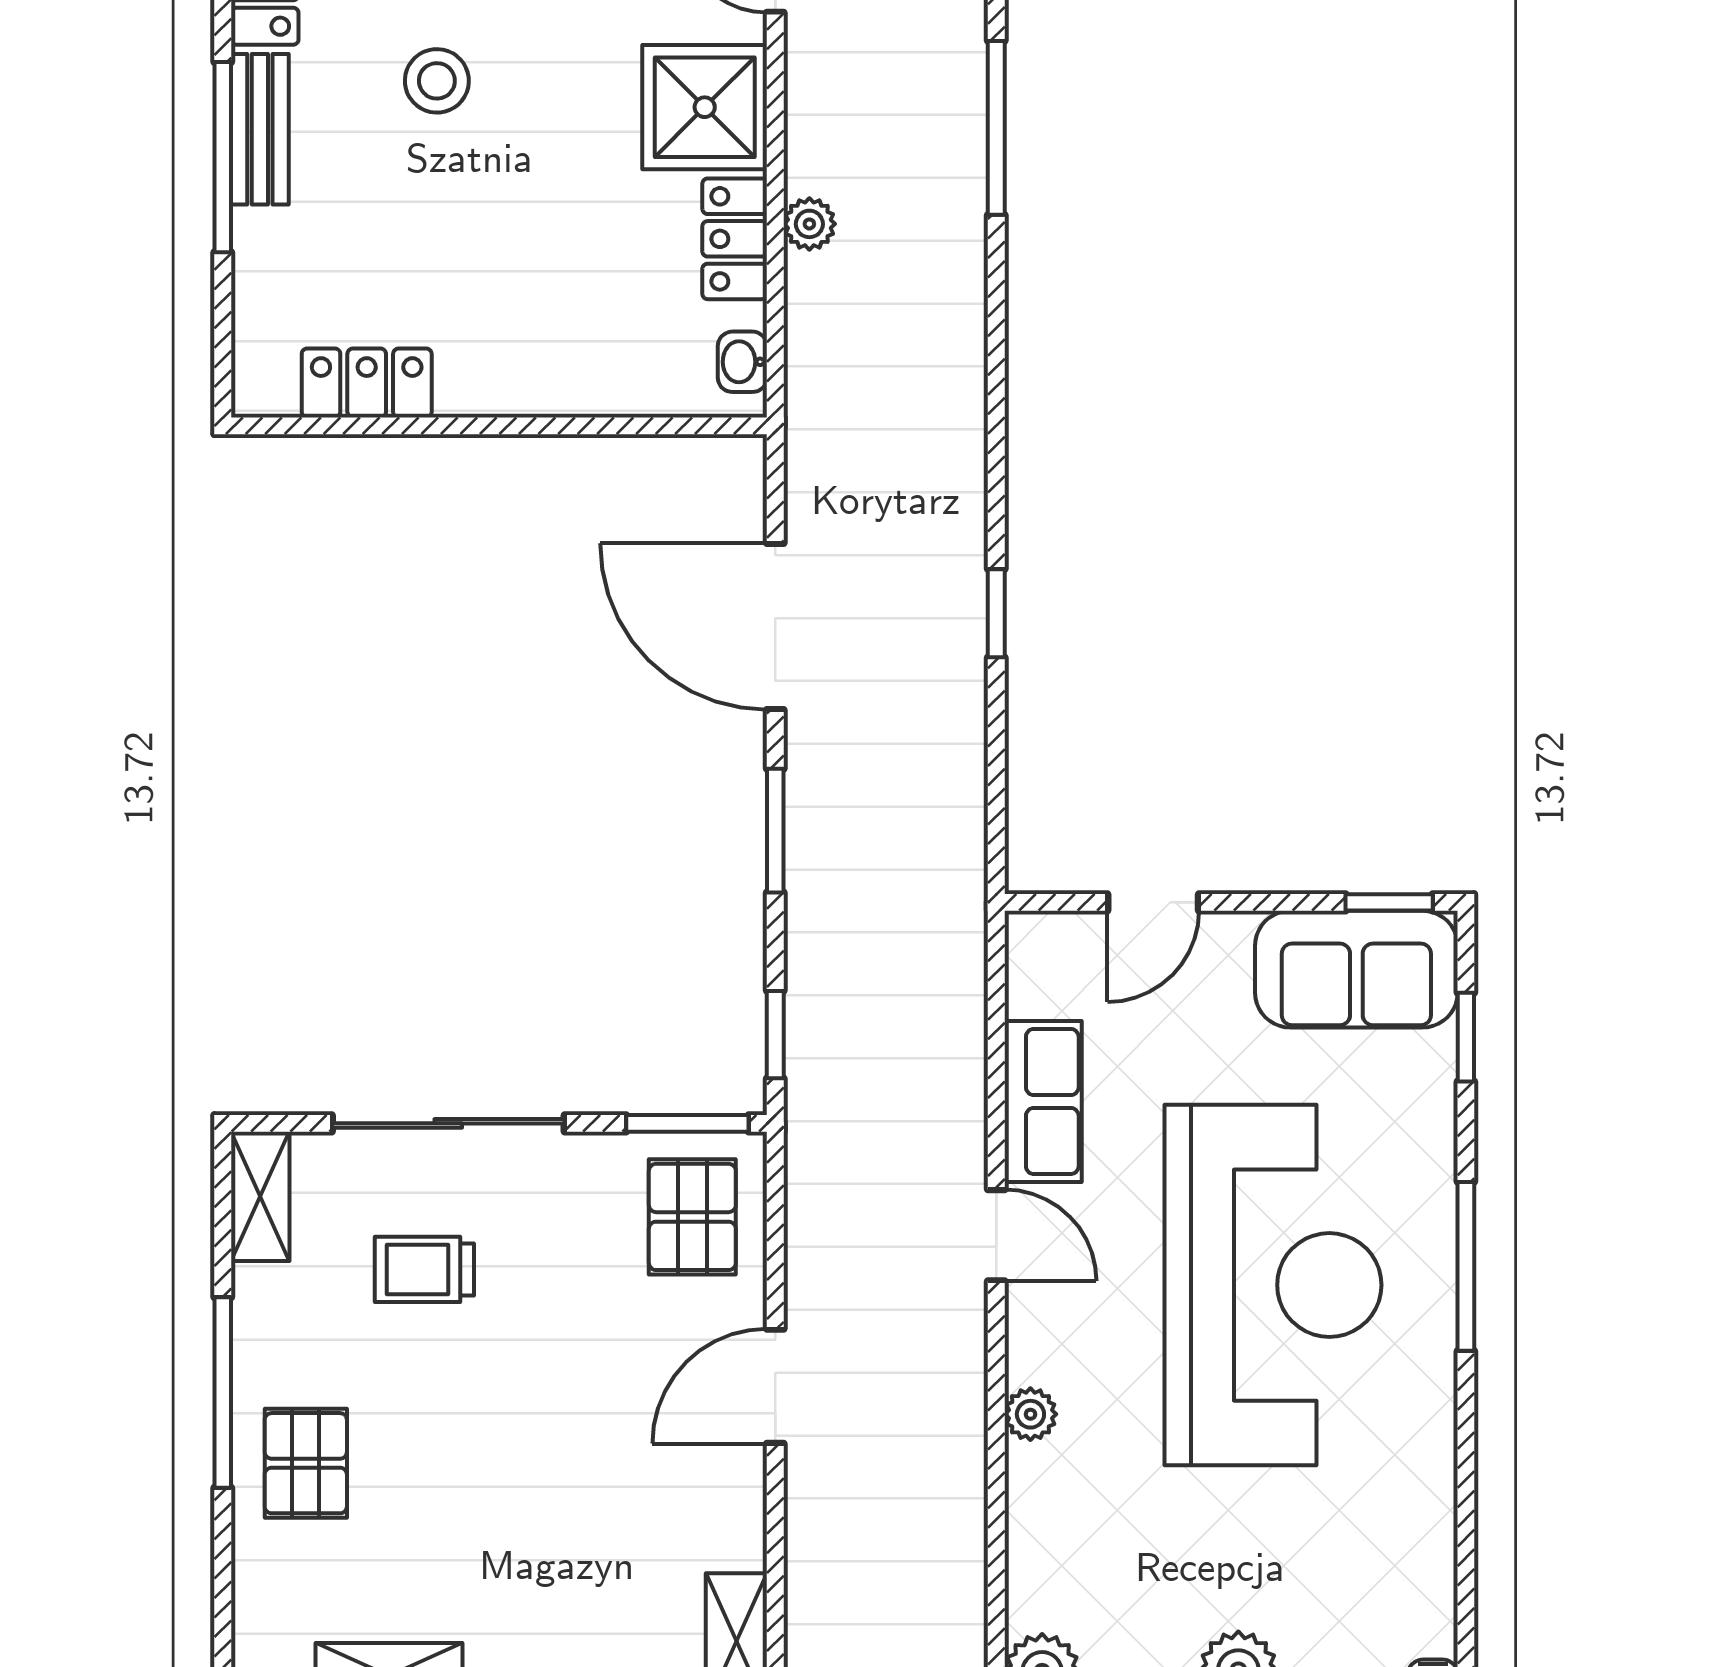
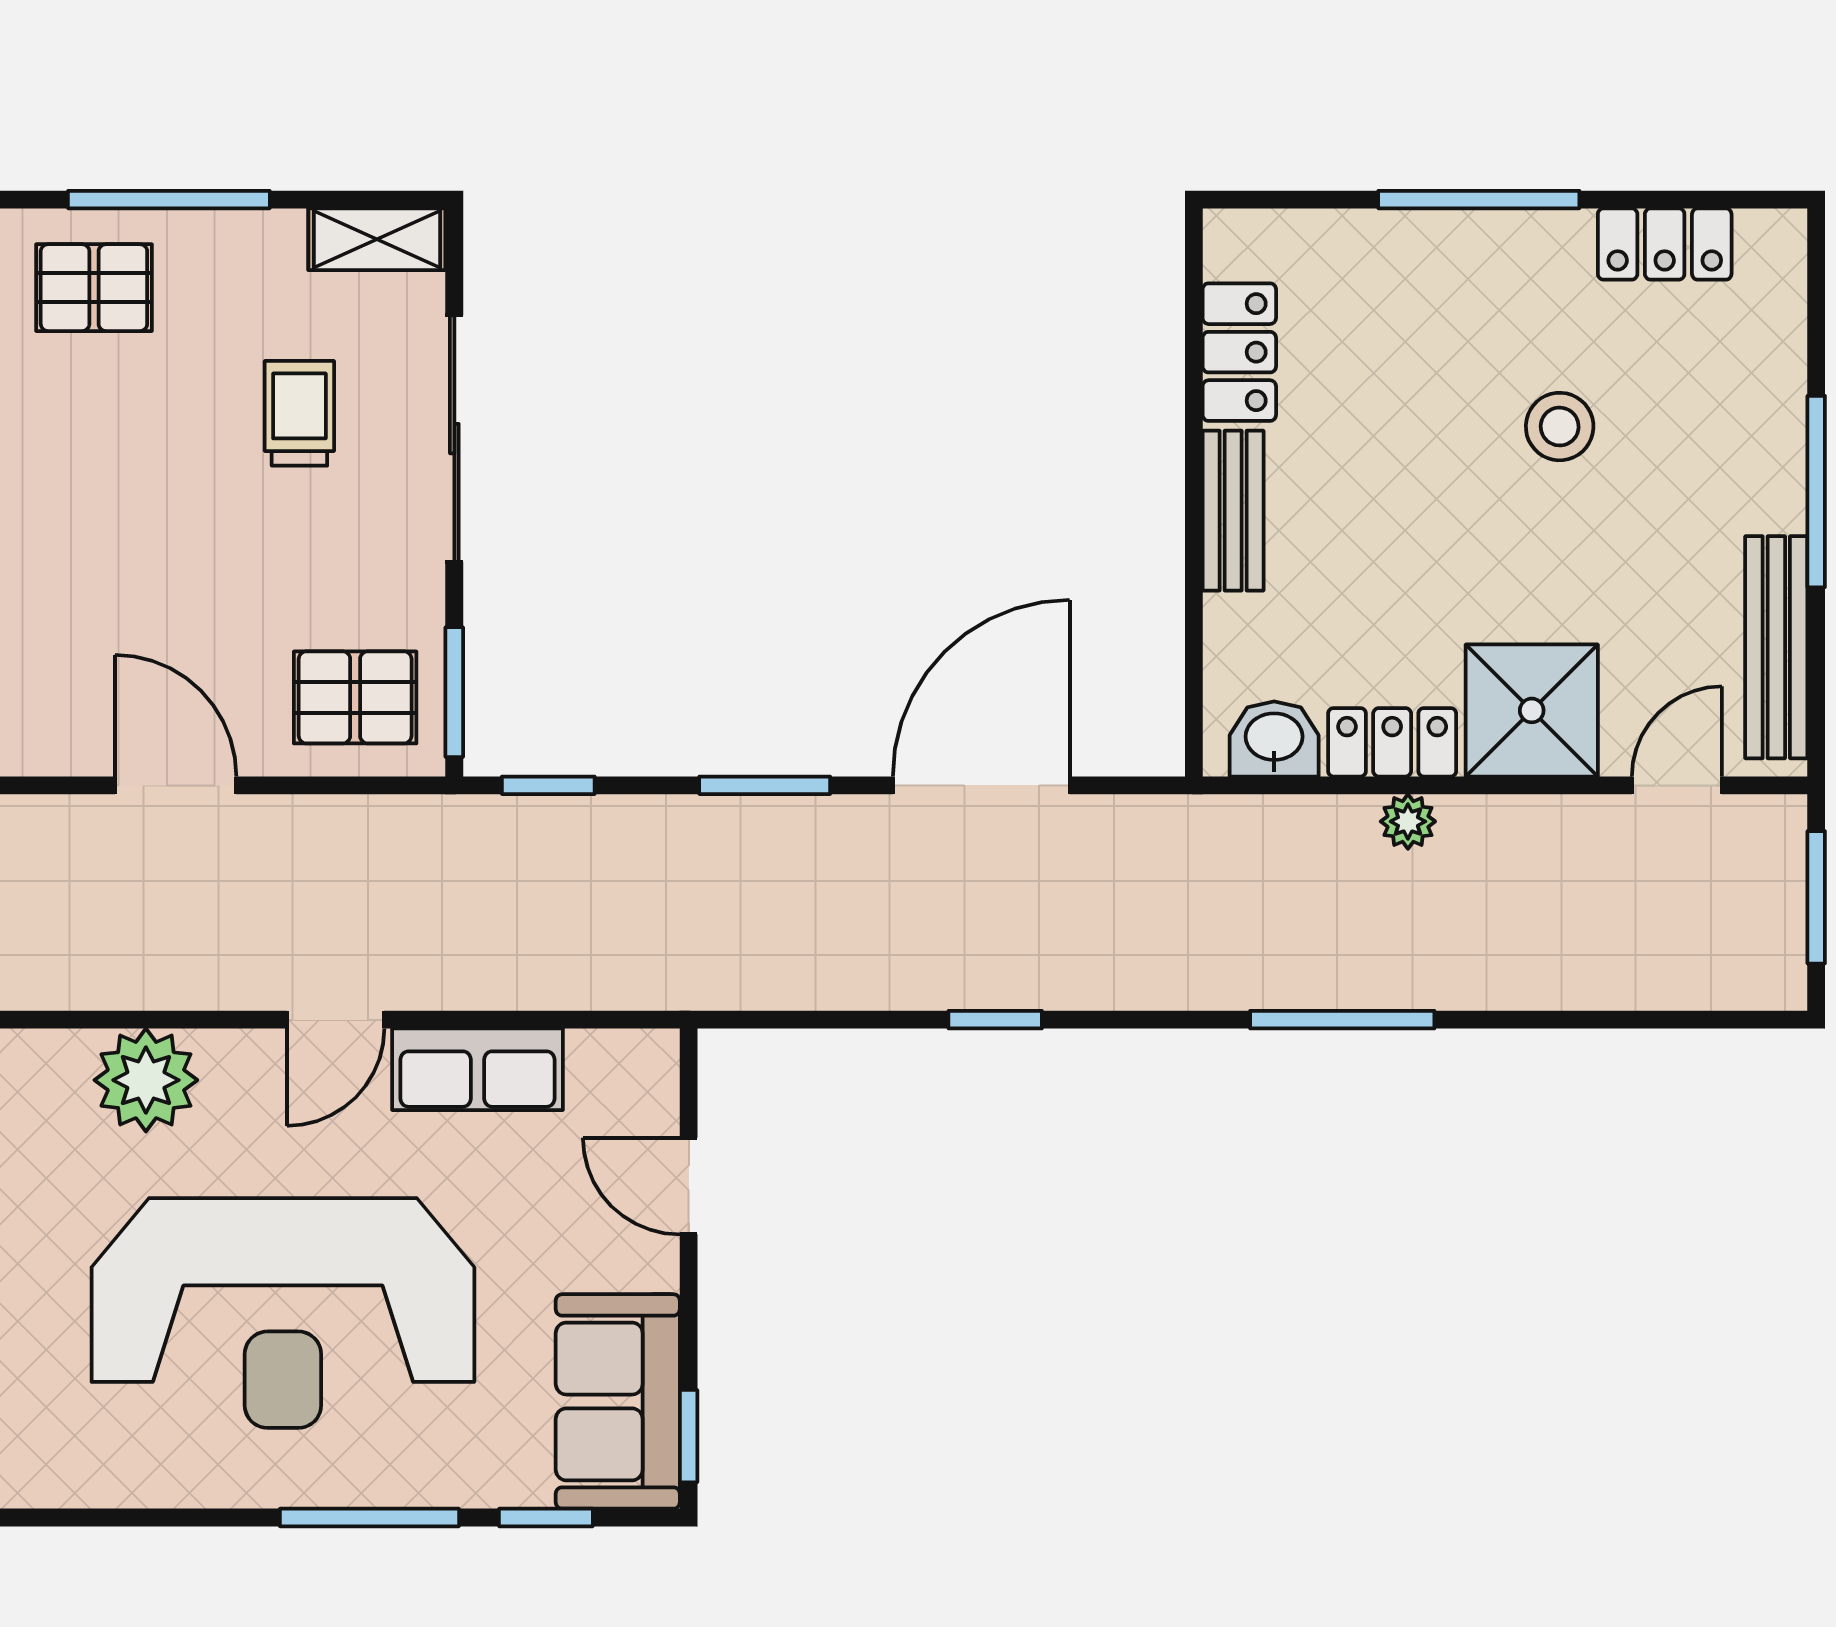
window: (996, 128) -> (1342, 1020), moved
bench: (260, 129) -> (1233, 511), moved, turned 90
washbasin: (742, 362) -> (1274, 739), width x1.38, depth x1.45
window: (1466, 1266) -> (369, 1518), moved
plant: (1030, 1414) -> (146, 1080), width x1.87, depth x1.87

